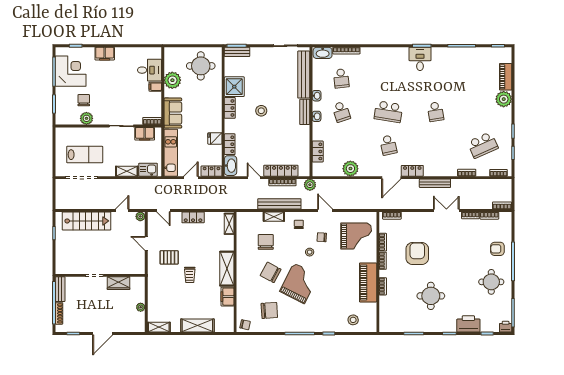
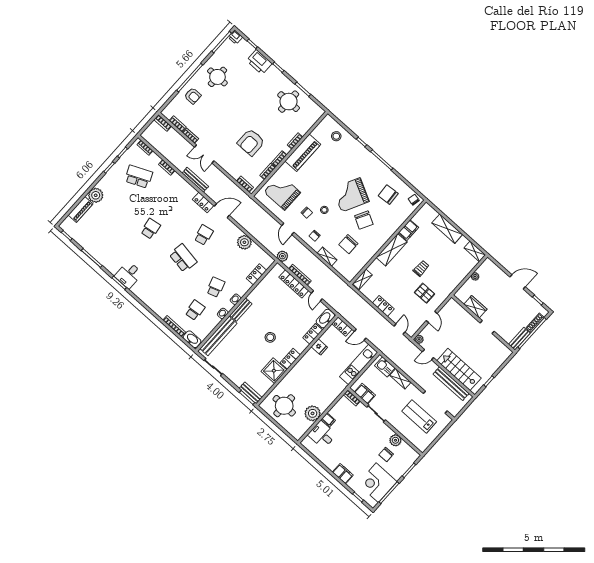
sofa: (173, 113) -> (333, 391), removed
bench: (279, 204) -> (451, 384), moved
round table: (431, 296) -> (289, 102), moved

